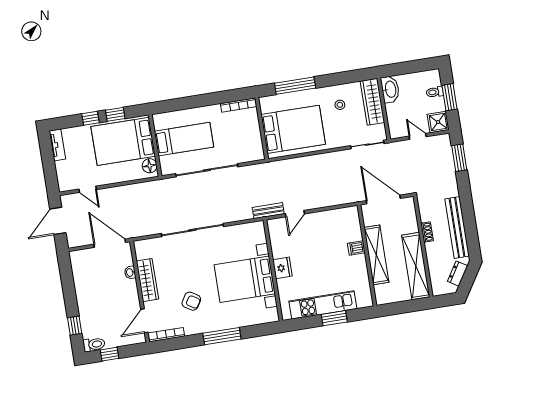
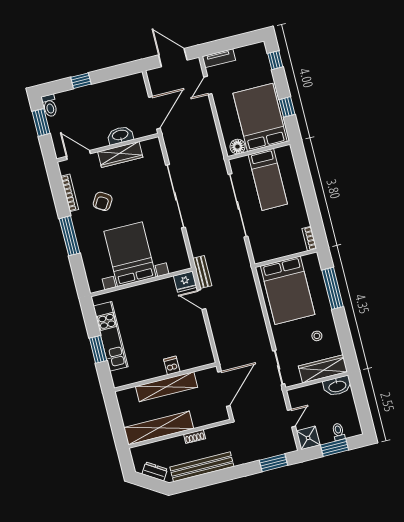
bookcase: (239, 105) -> (309, 239), width x0.64
window: (90, 118) -> (275, 60), moved
tv unit: (57, 145) -> (219, 58), moved
fridge: (282, 268) -> (185, 282), moved
washbasin: (130, 272) -> (120, 135), width x1.91, depth x1.45
window: (75, 326) -> (81, 81), moved
bookcase: (166, 335) -> (70, 193), moved
window: (109, 354) -> (41, 122), width x1.50

